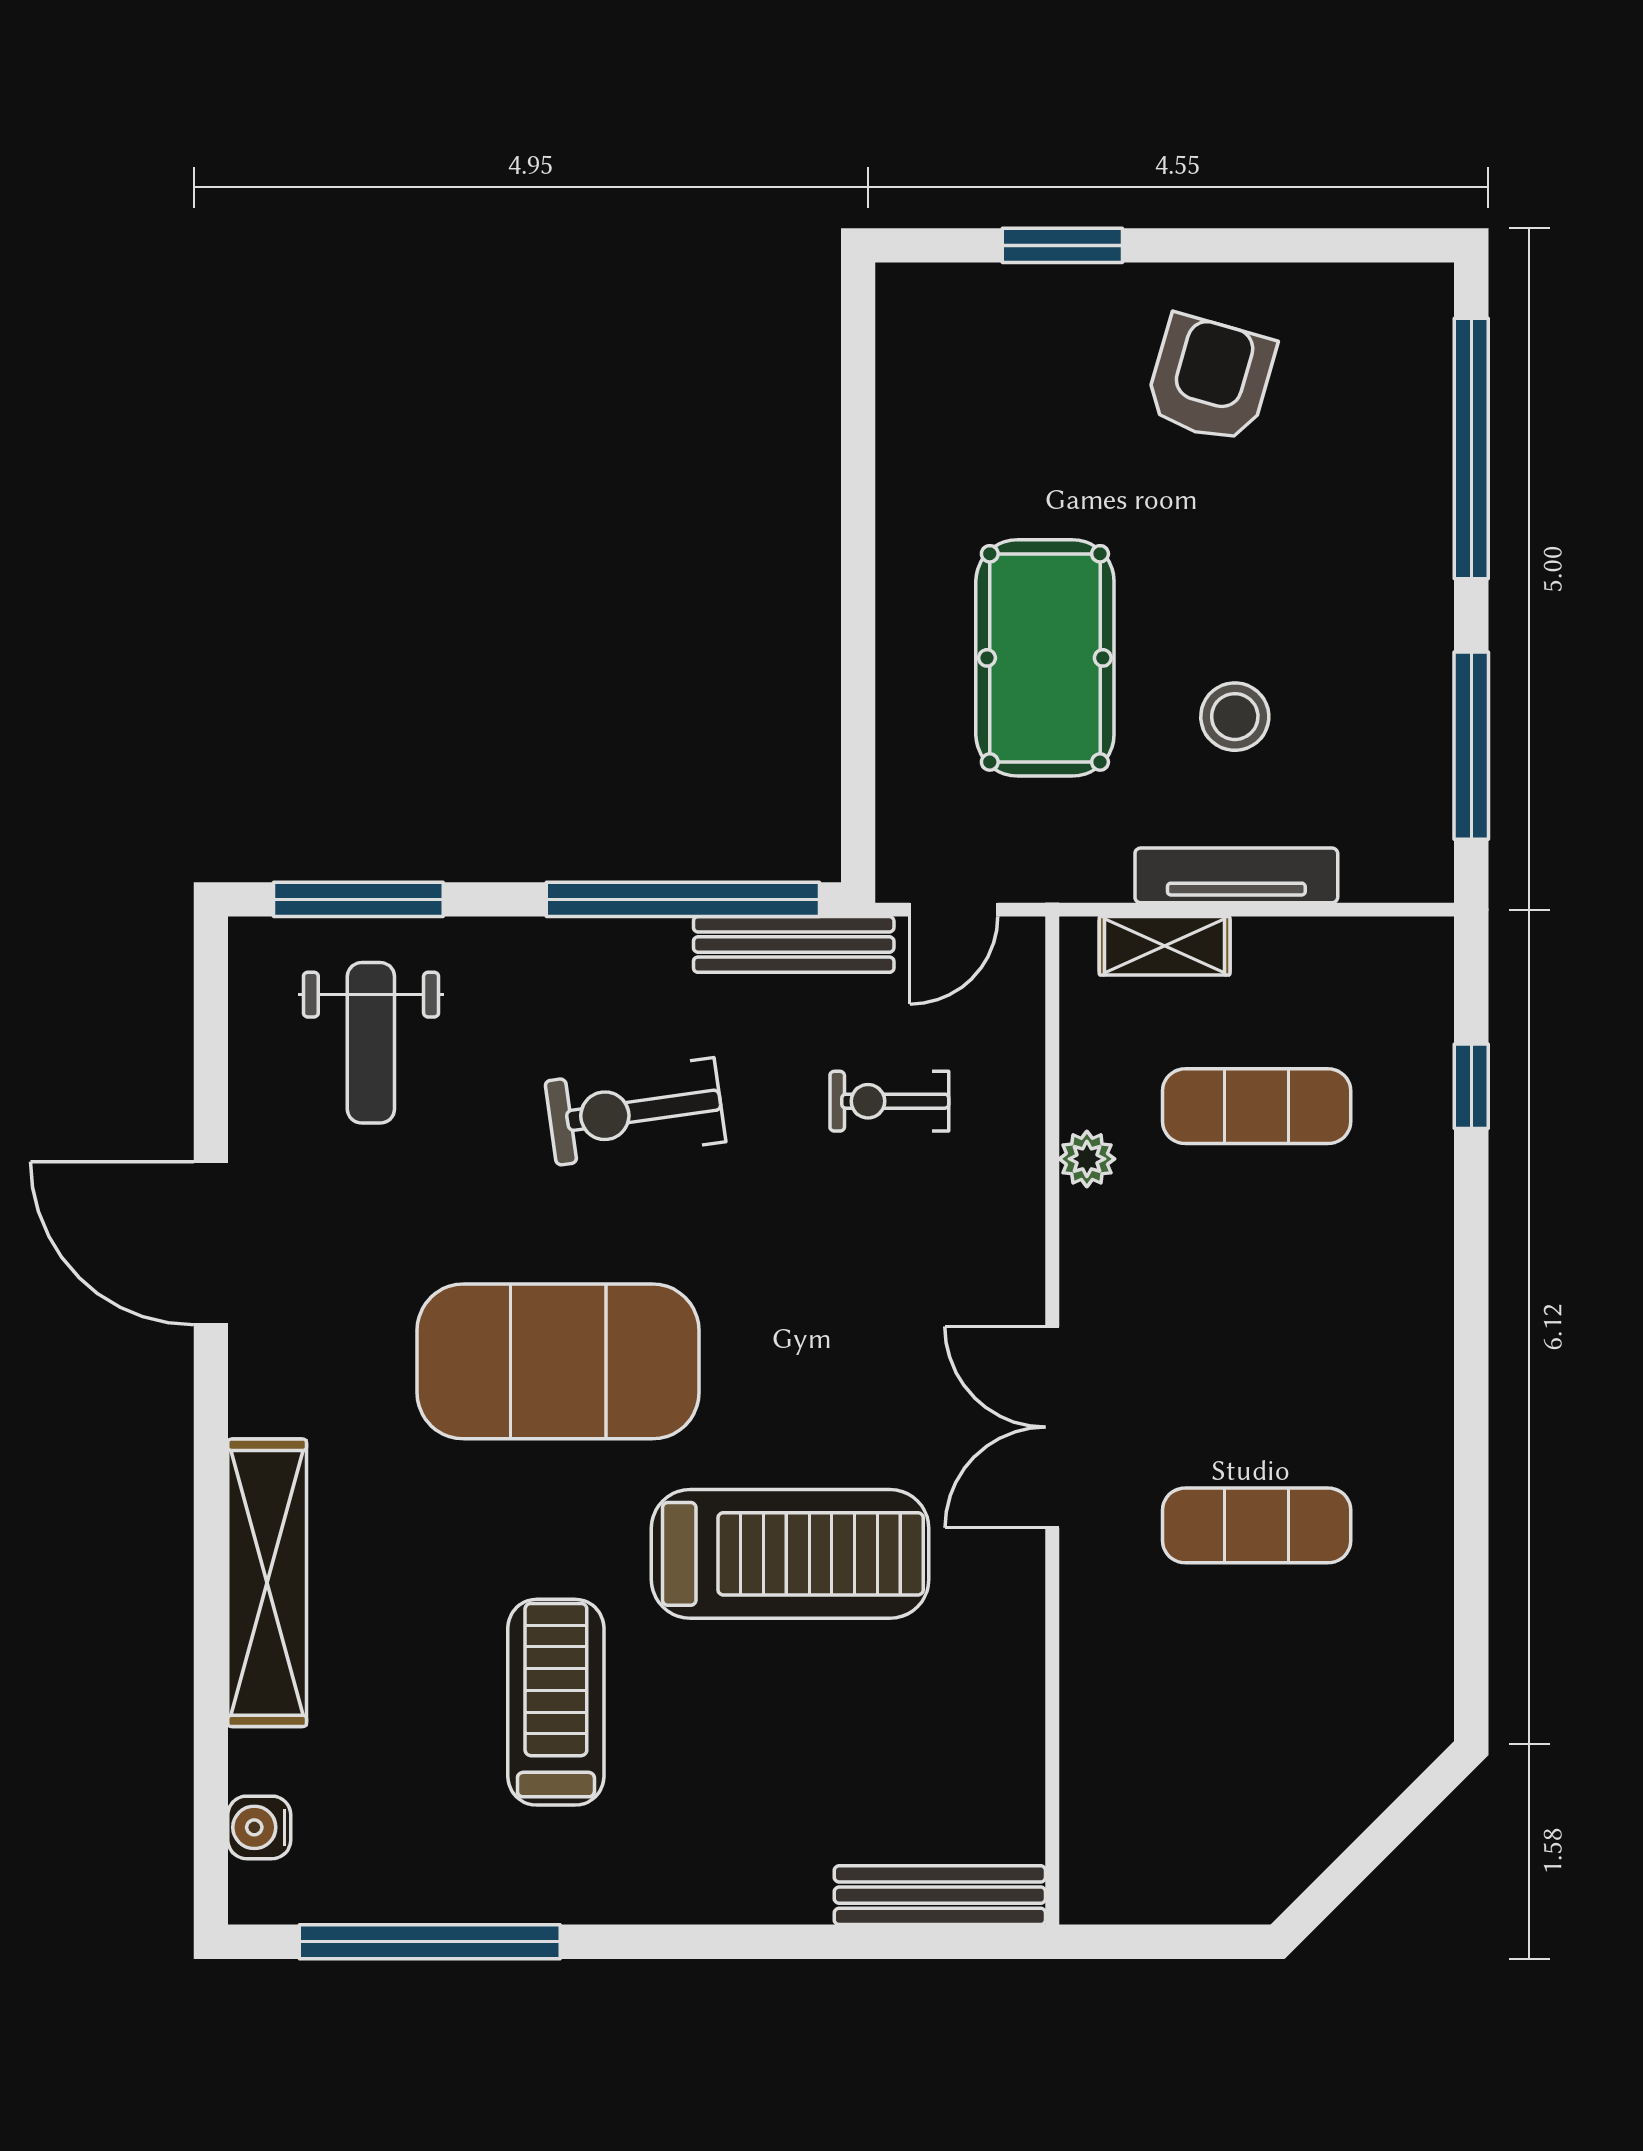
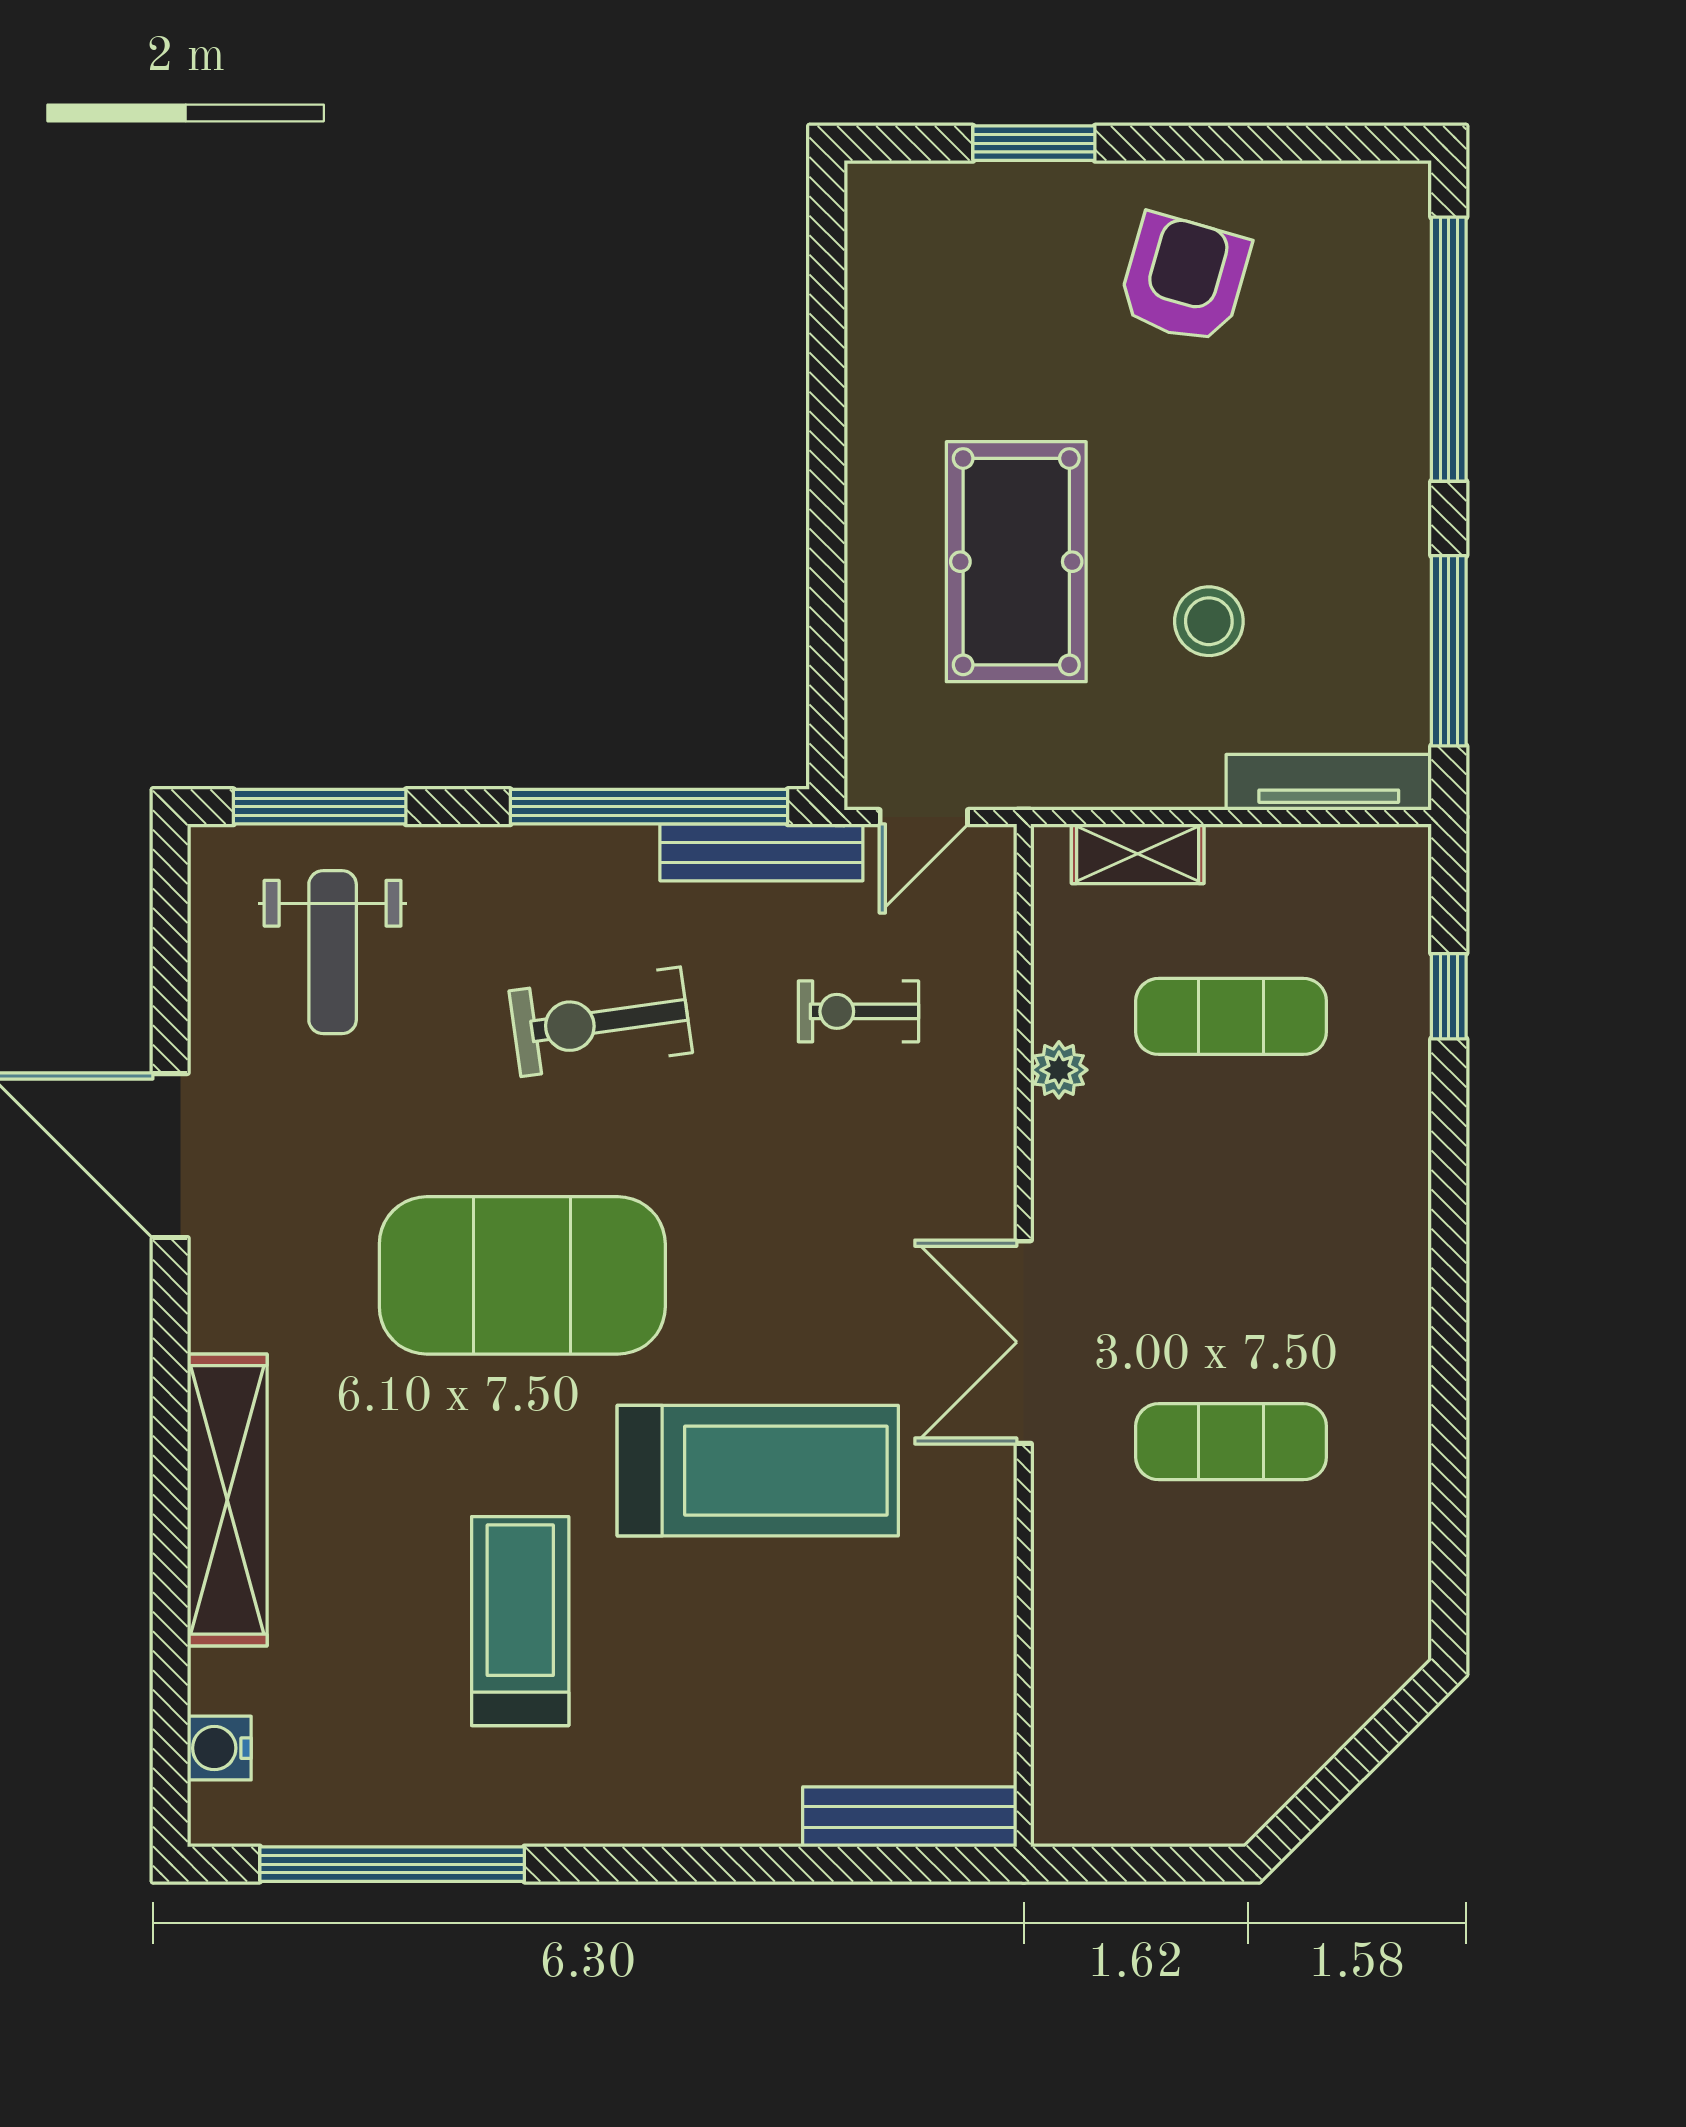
tv unit: (1236, 875) -> (1329, 782), moved

